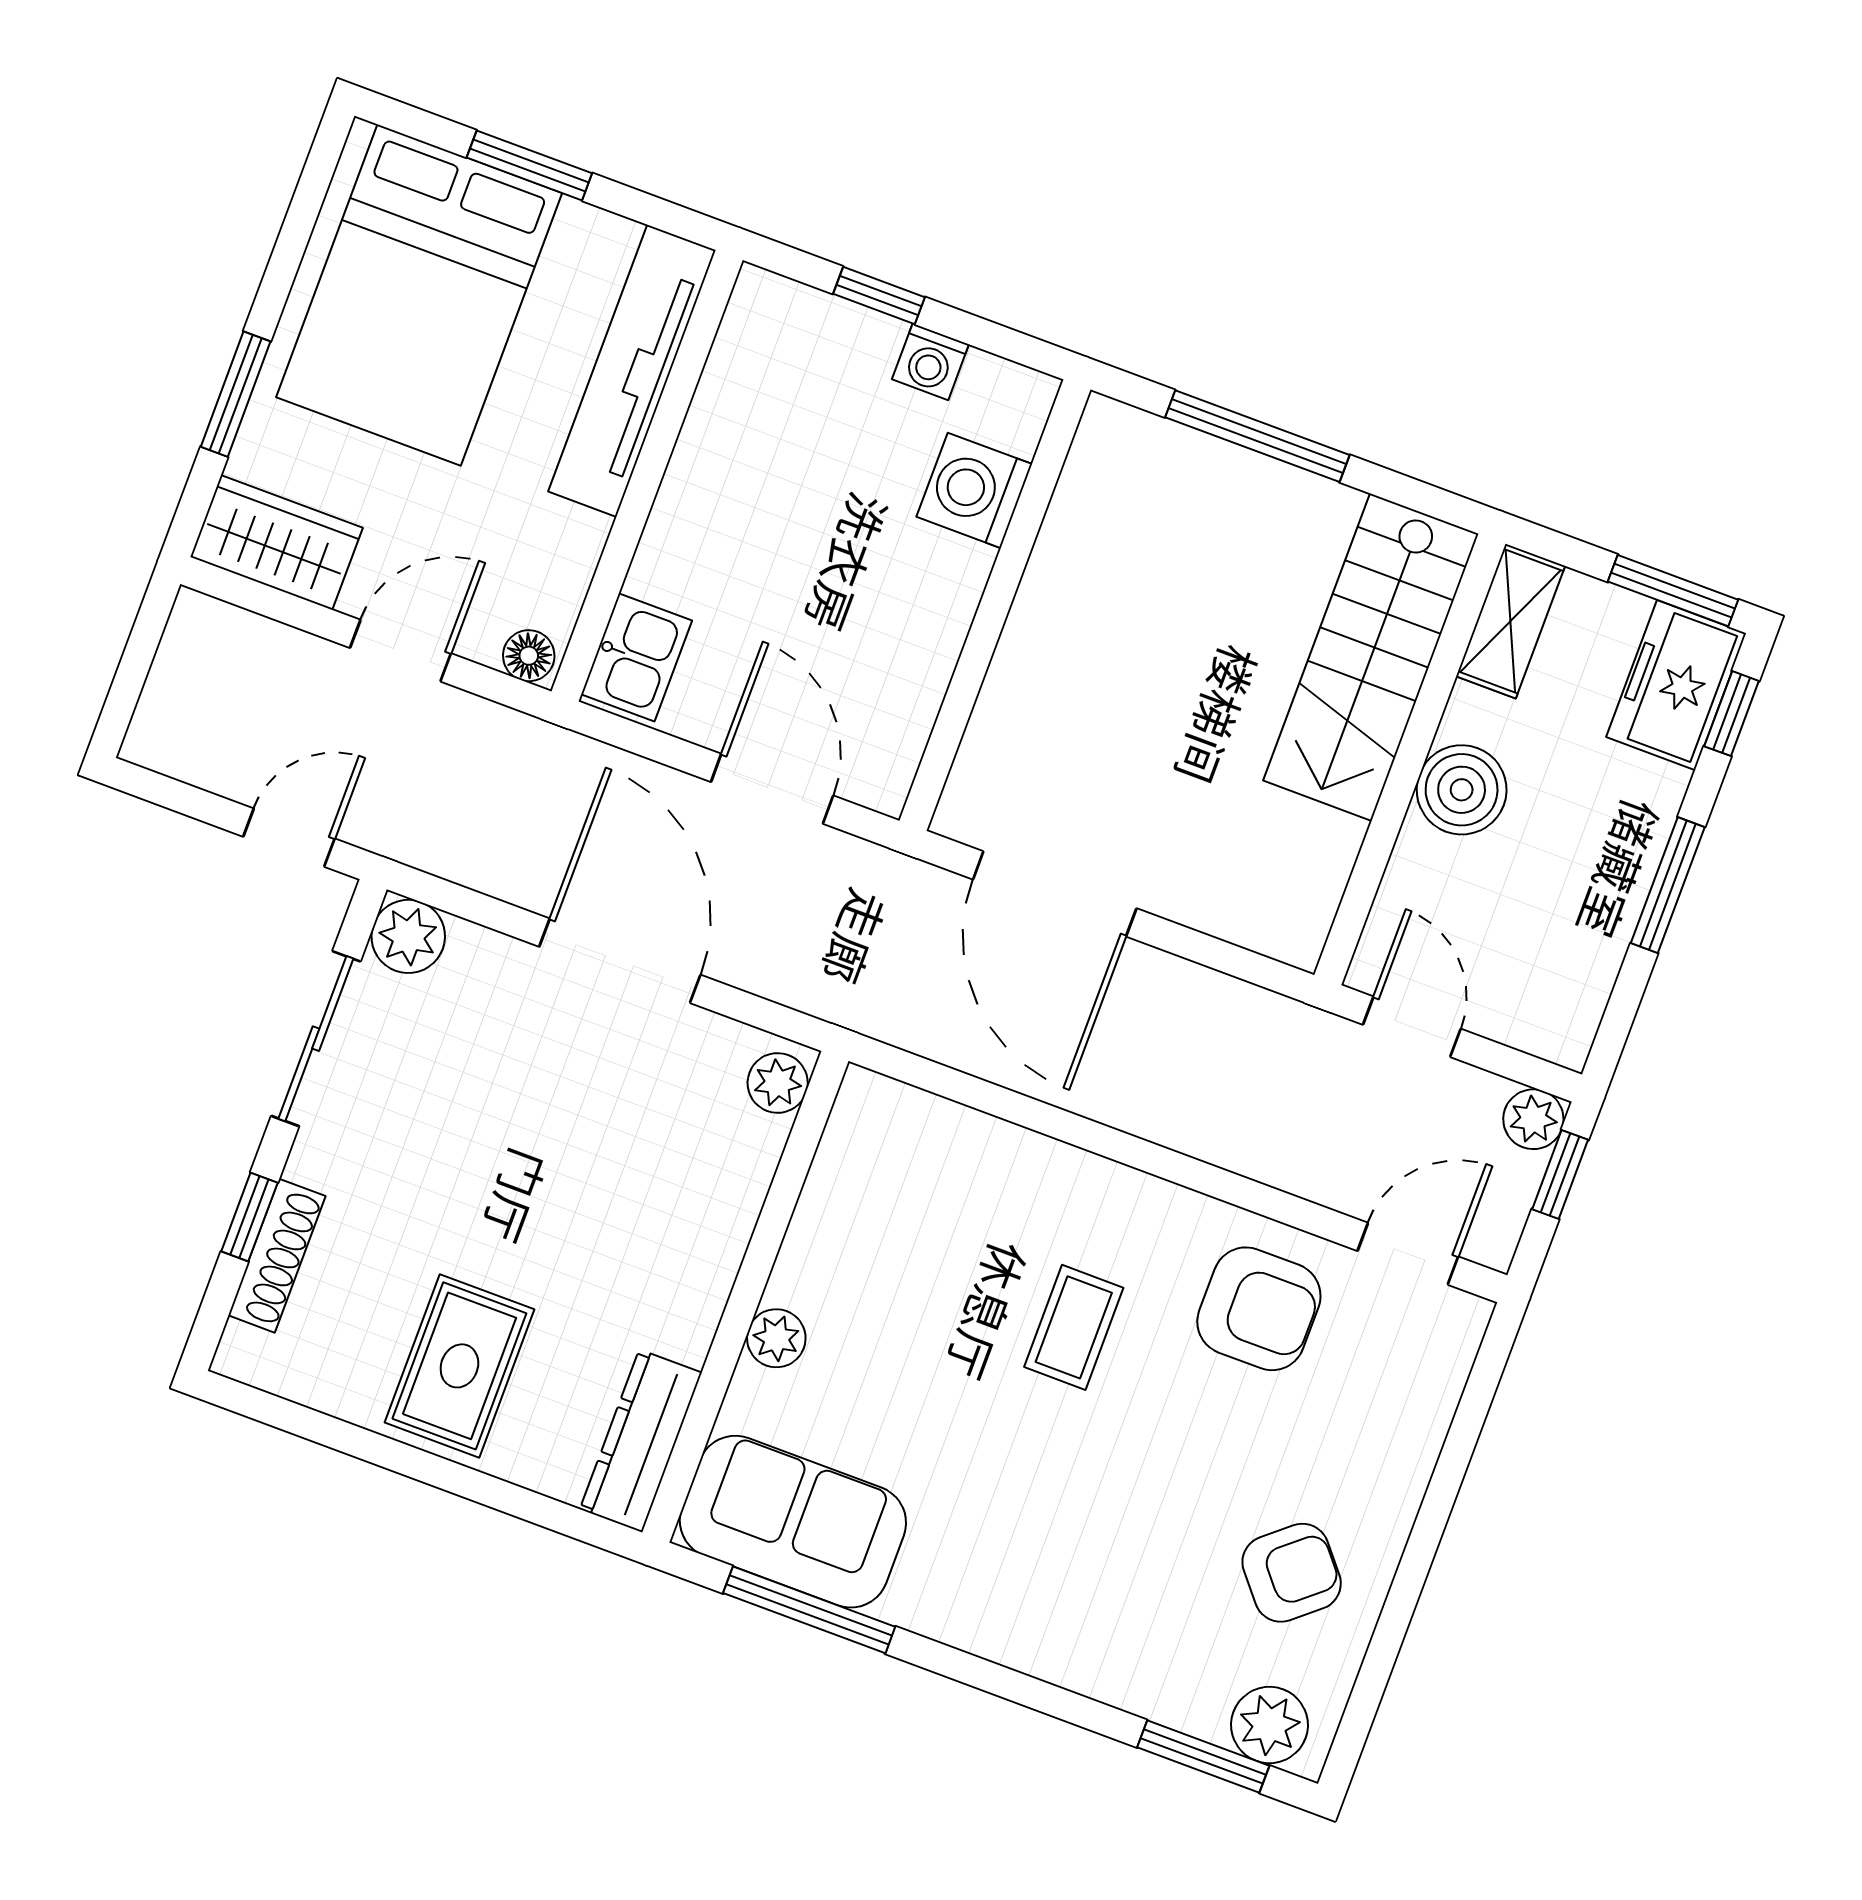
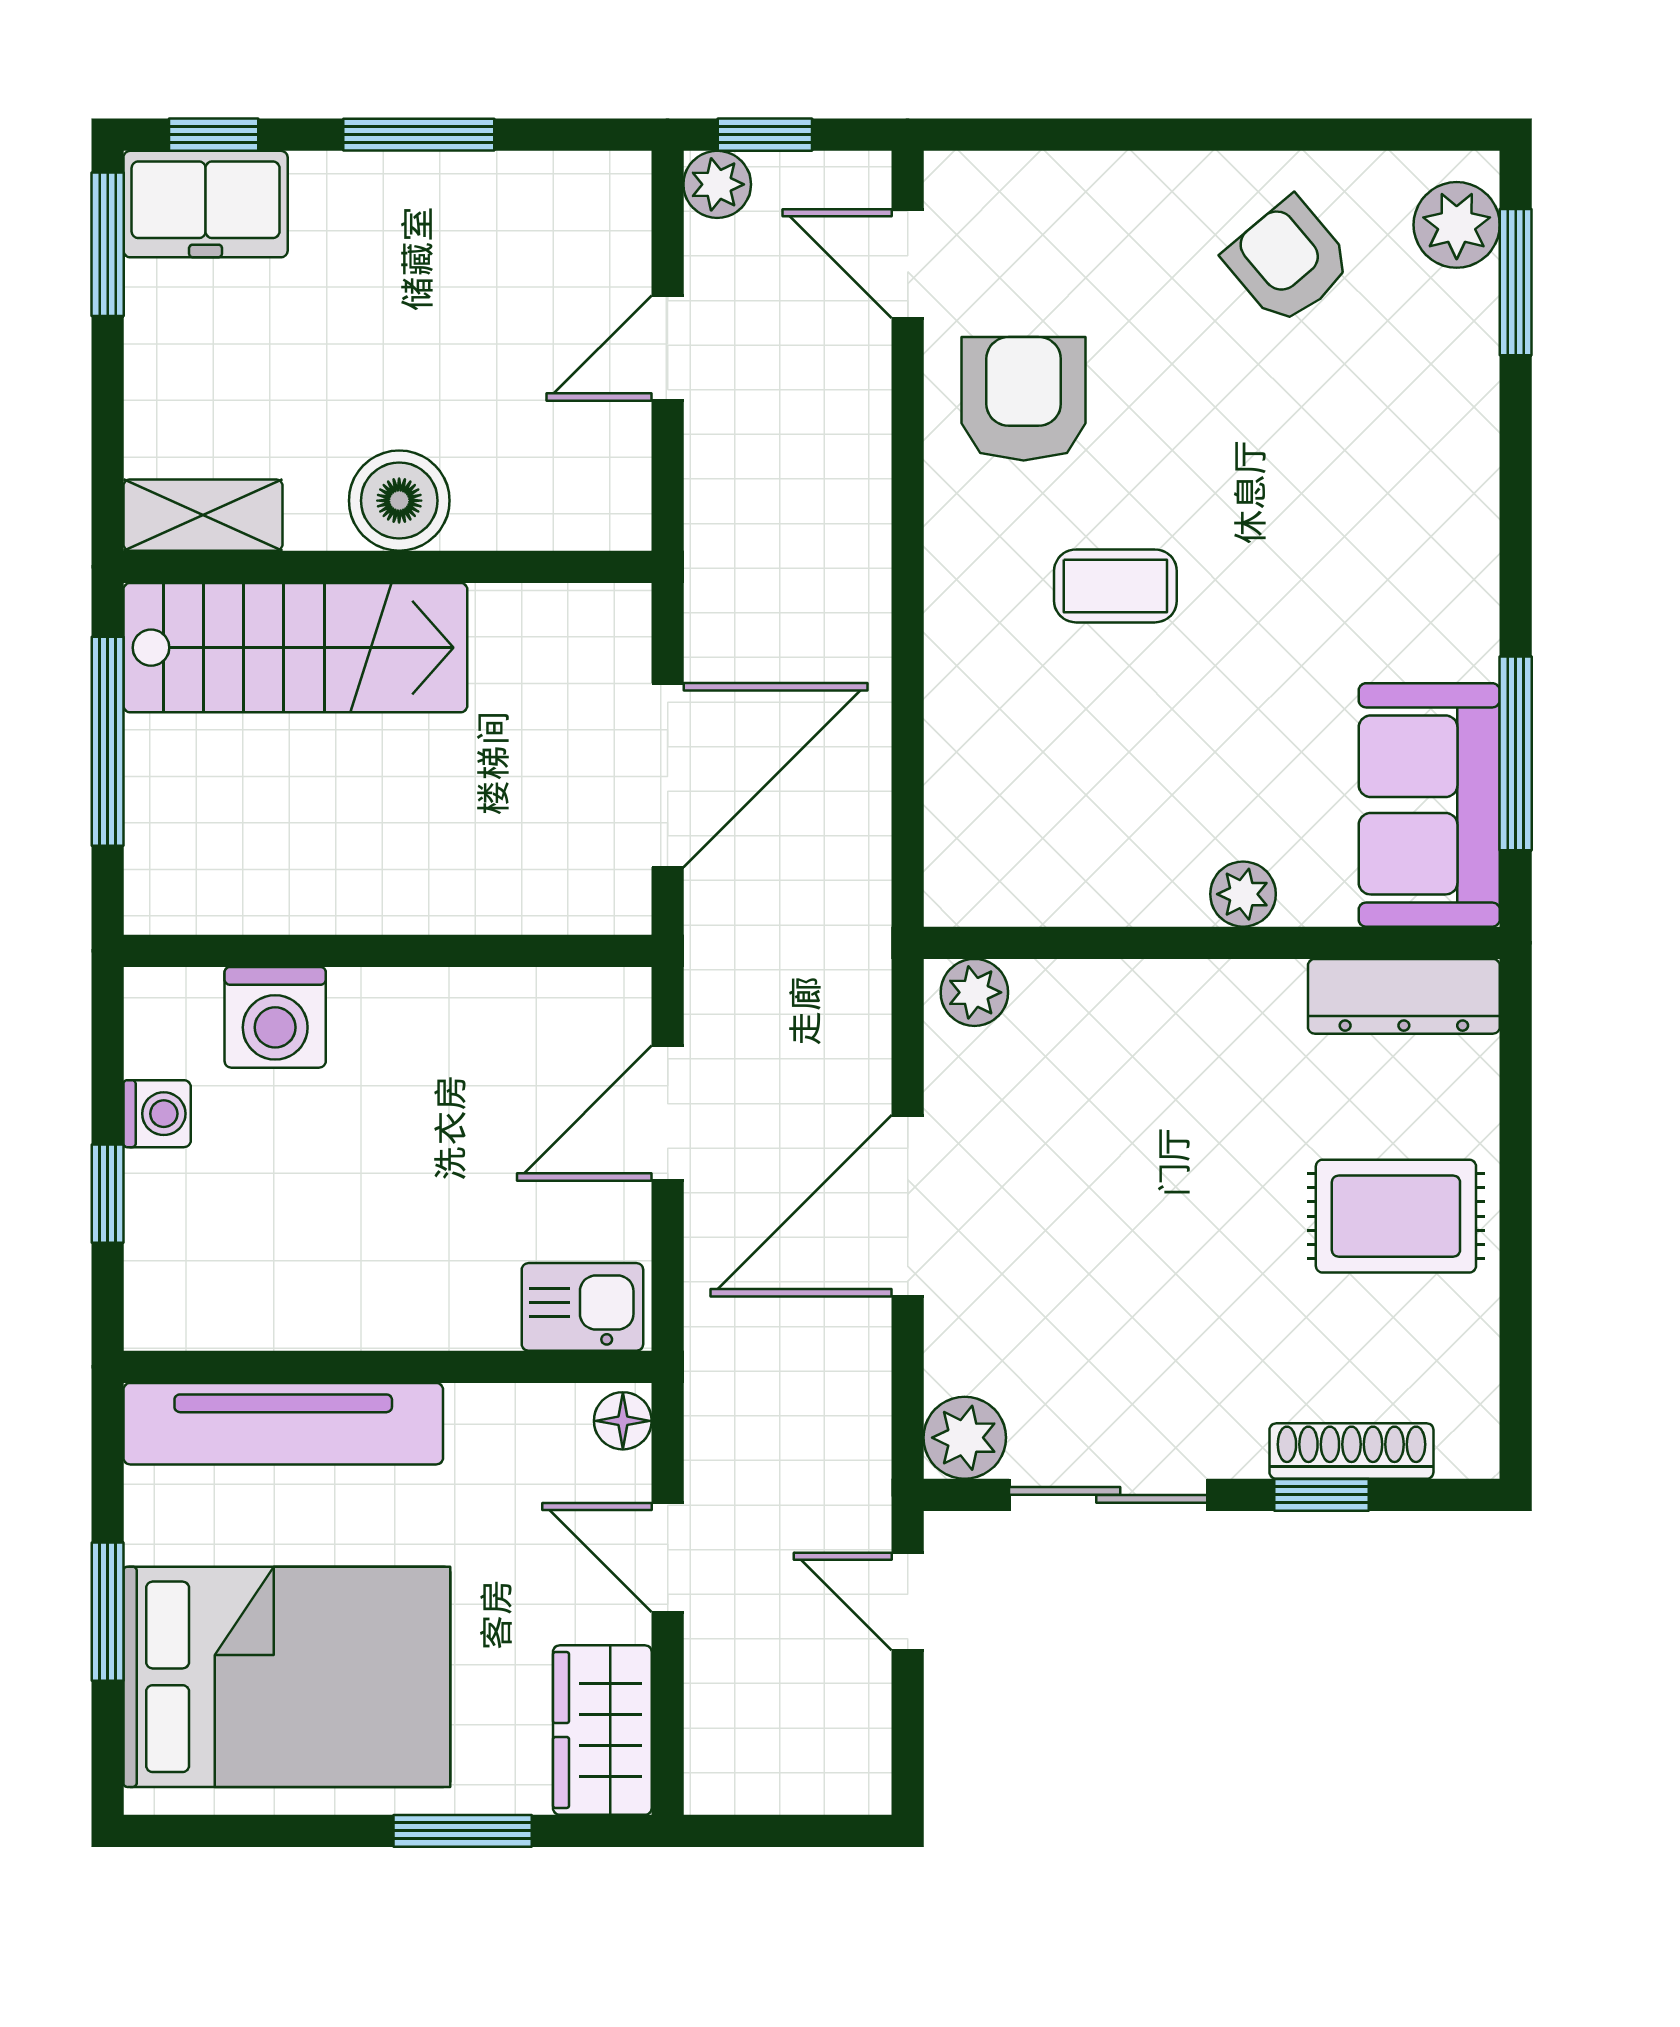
shelving: (1511, 621) -> (203, 515), moved
stairs: (1371, 657) -> (295, 648), moved
wall: (1410, 759) -> (388, 567), moved
boiler: (1462, 790) -> (399, 501), moved

